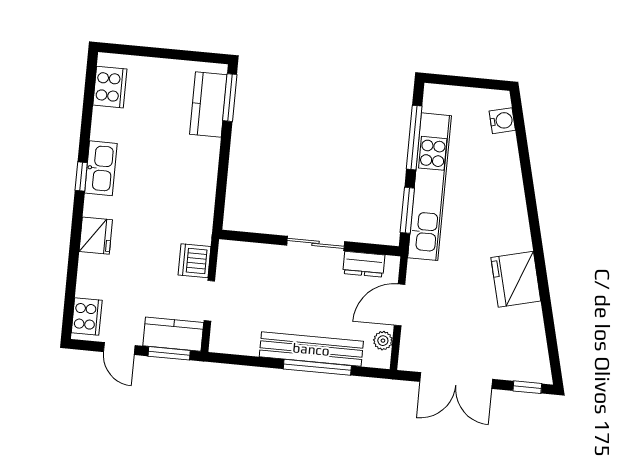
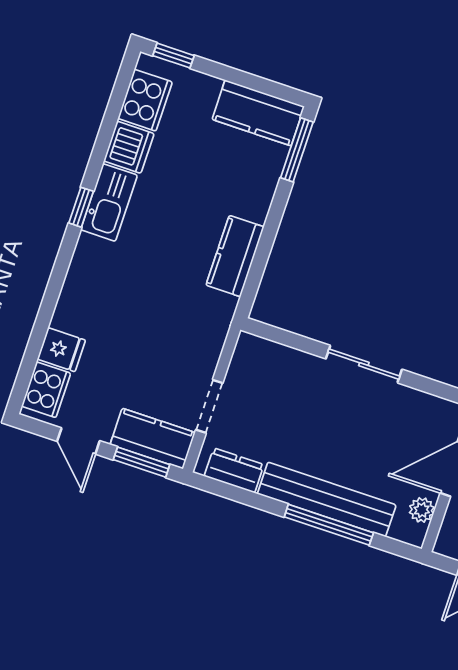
window: (123, 49) -> (173, 56), added
kitchen counter: (208, 104) -> (258, 113), moved, turned -90
kitchen counter: (202, 186) -> (235, 256), added
fridge: (96, 236) -> (61, 350), moved, width x0.72
dishwasher: (194, 261) -> (129, 147), moved, turned 180
dresser: (364, 264) -> (234, 470), moved, turned 180

